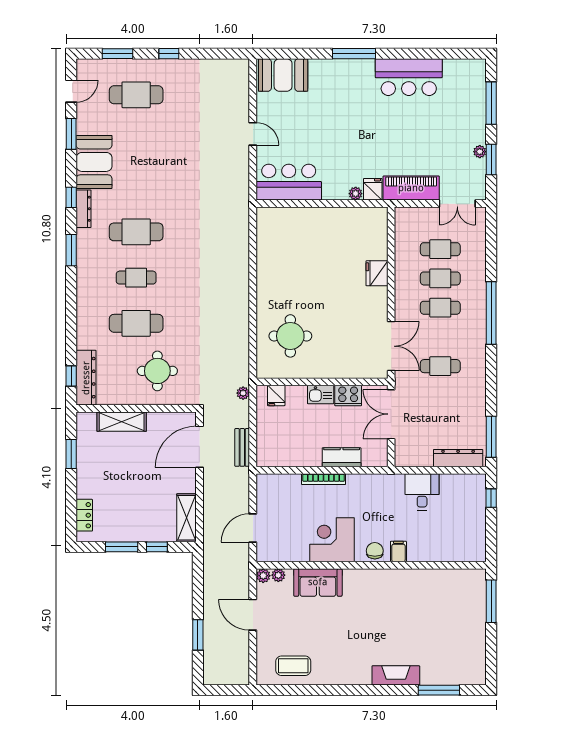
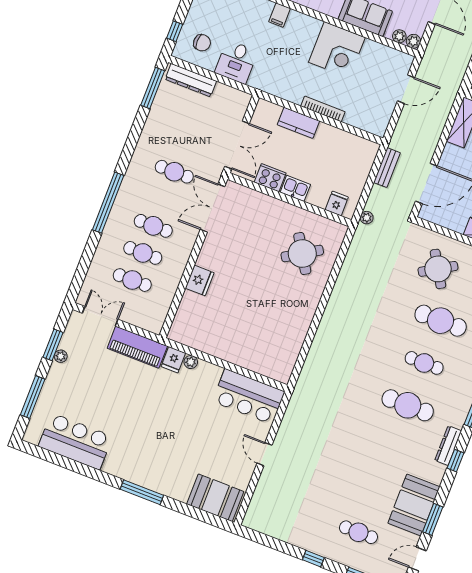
bar counter: (409, 77) -> (75, 441), moved
cafe table: (136, 95) -> (358, 532), width x0.73, depth x0.74
booth: (94, 162) -> (414, 505), moved
round table: (290, 336) -> (302, 254), turned -32
round table: (157, 371) -> (438, 269), turned -31
chair: (375, 551) -> (202, 43), moved, turned -90

